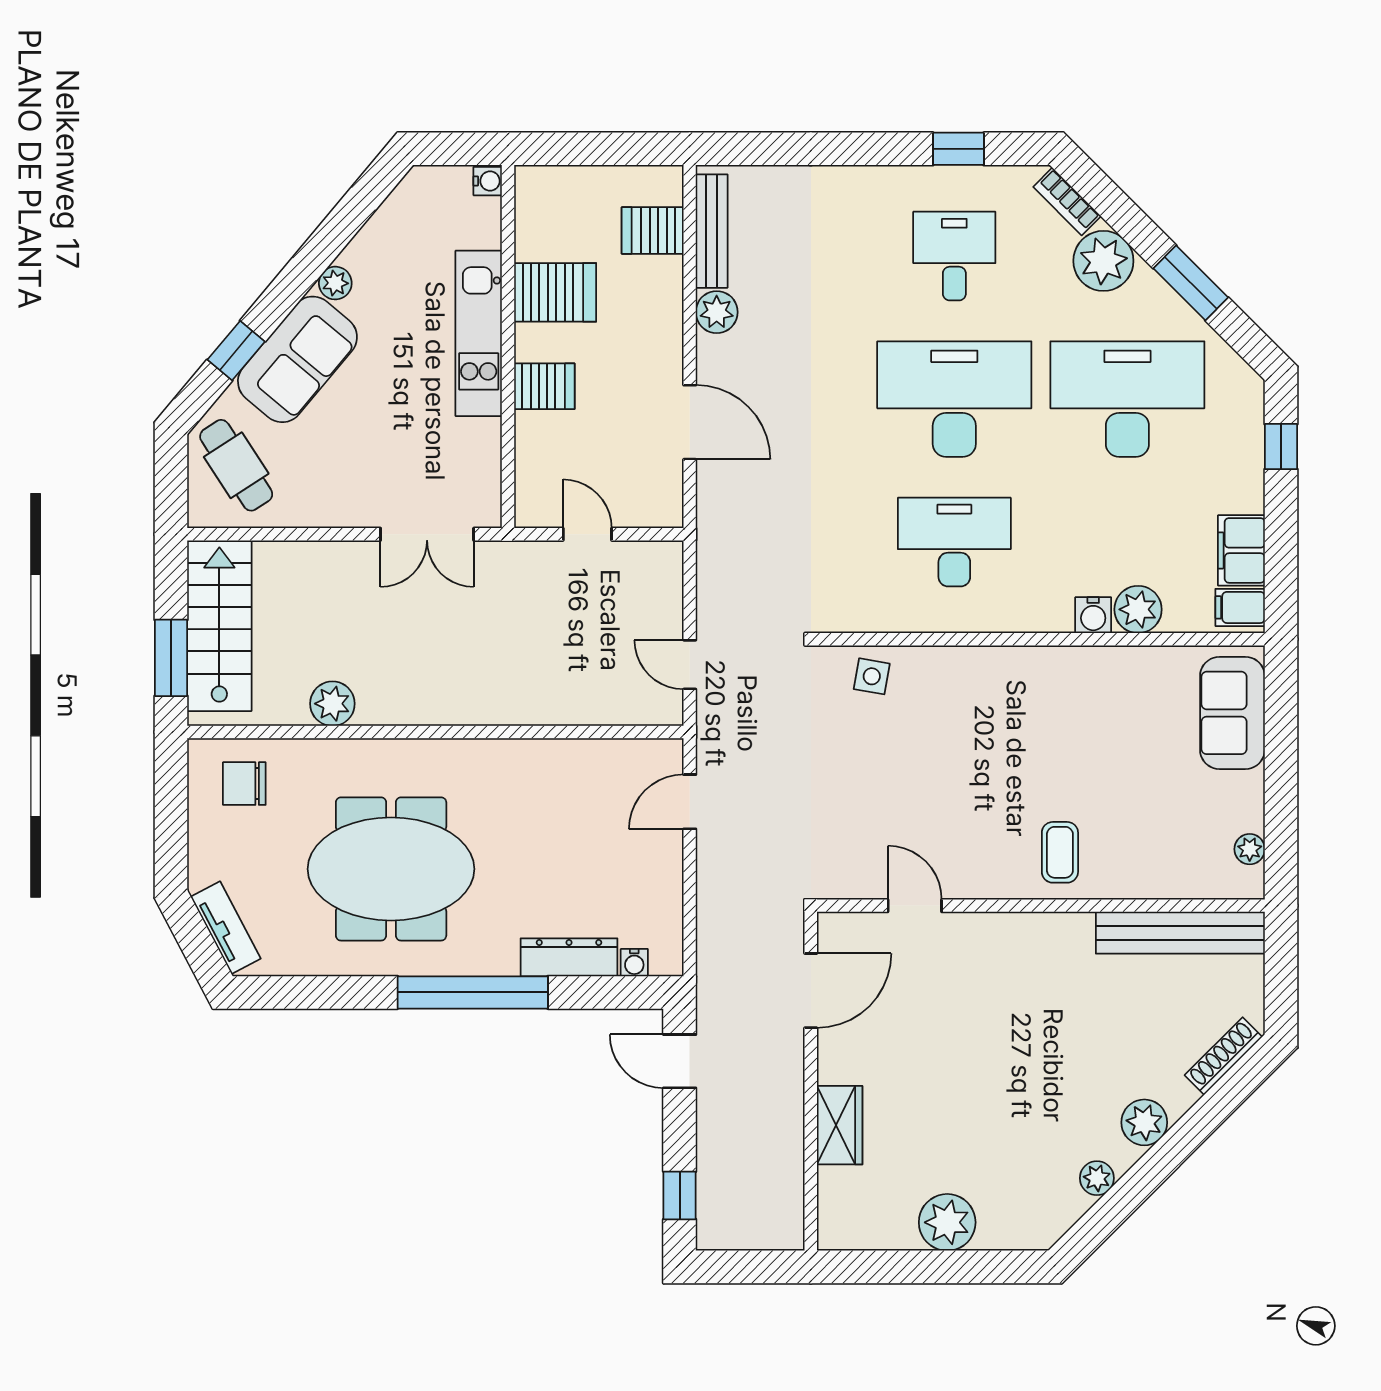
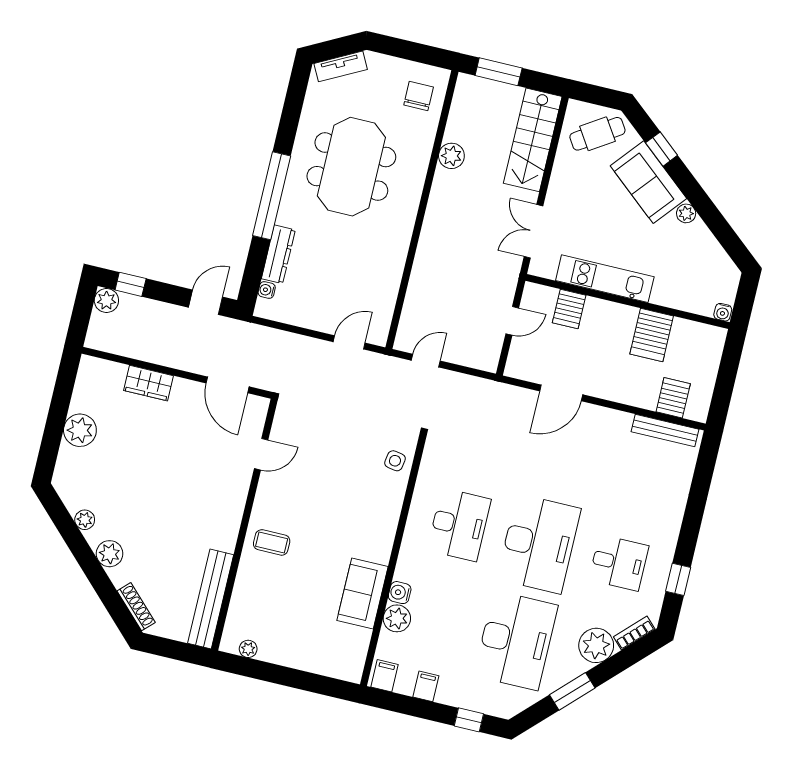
plant: (717, 312) -> (106, 301), moved
kitchen unit: (479, 333) -> (605, 279), moved
server rack: (544, 386) -> (569, 309), moved
filing cabinet: (1241, 550) -> (426, 686), width x0.50
stairs: (219, 626) -> (533, 140), moved, turned 90
sofa: (1232, 713) -> (363, 593), moved, turned -90
door: (690, 802) -> (349, 342), hinge flipped

